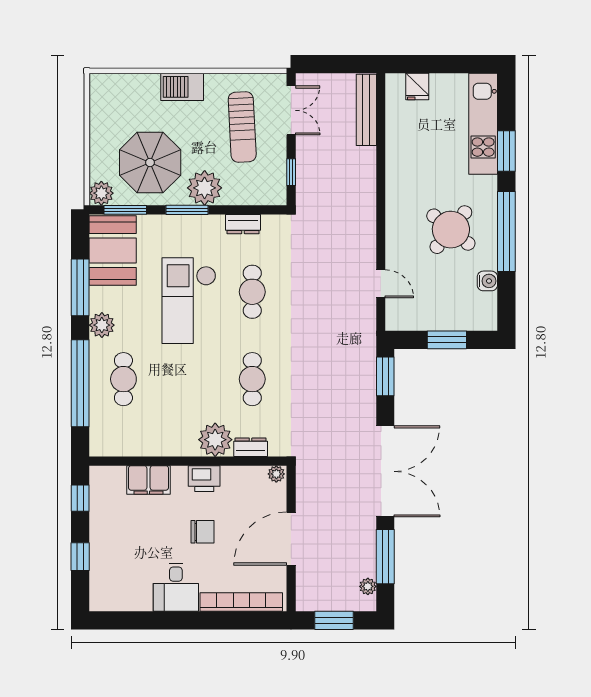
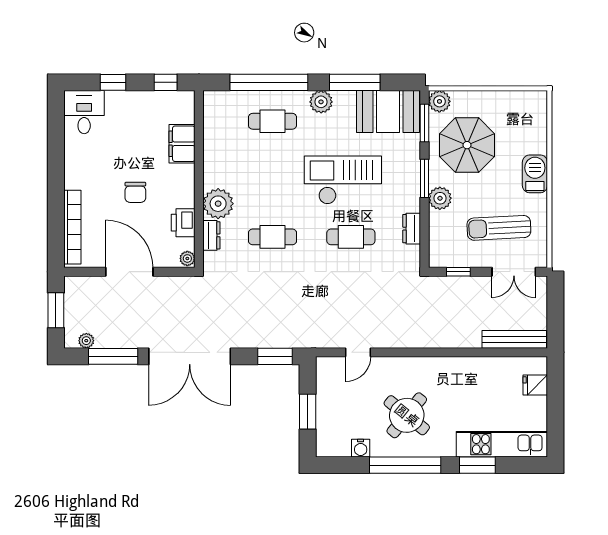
plant: (205, 188) -> (440, 198), width x0.73, depth x0.73
printer: (204, 479) -> (183, 223), moved
desk: (176, 587) -> (84, 112), moved, turned 90

